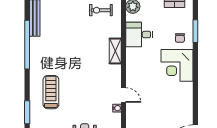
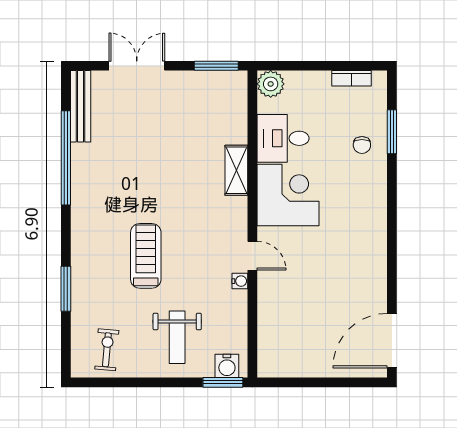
exercise bike: (101, 10) -> (209, 91), removed
corner desk: (177, 65) -> (288, 195), moved, turned 180
treadmill: (51, 92) -> (146, 256), moved

